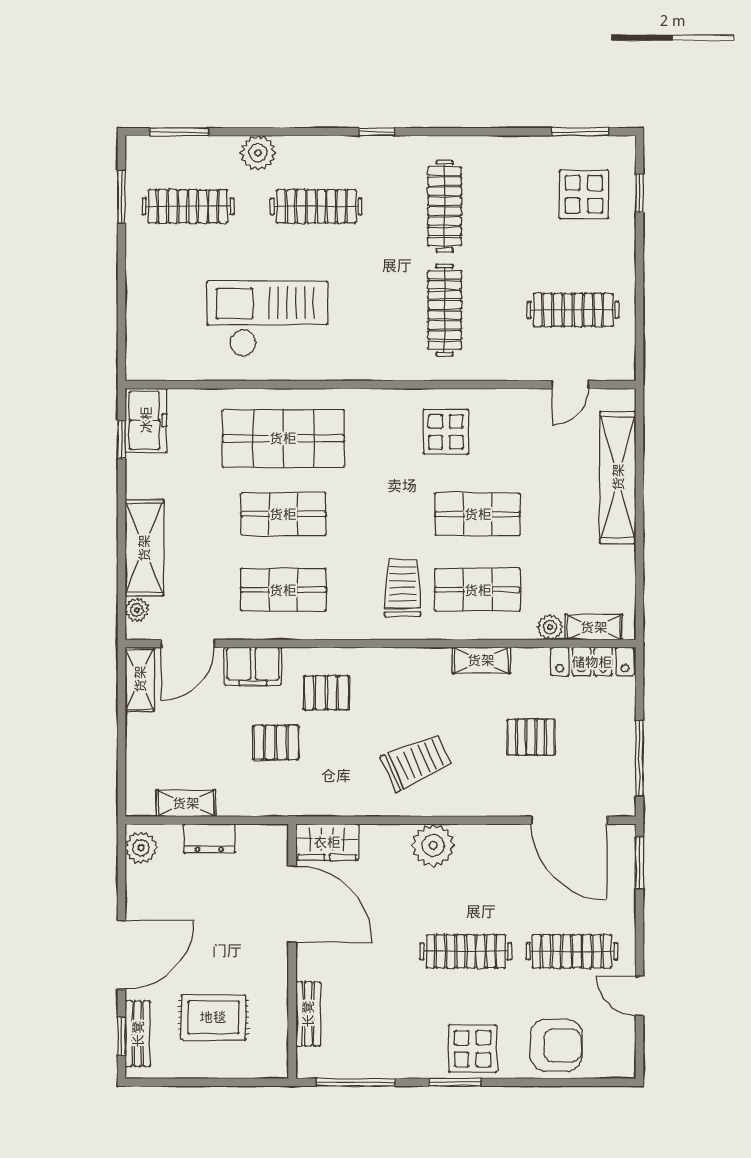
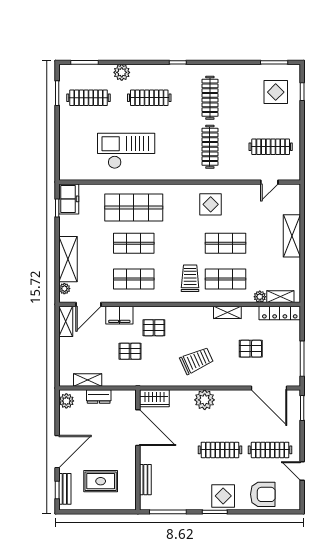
shelving: (618, 477) -> (292, 236), width x0.68

